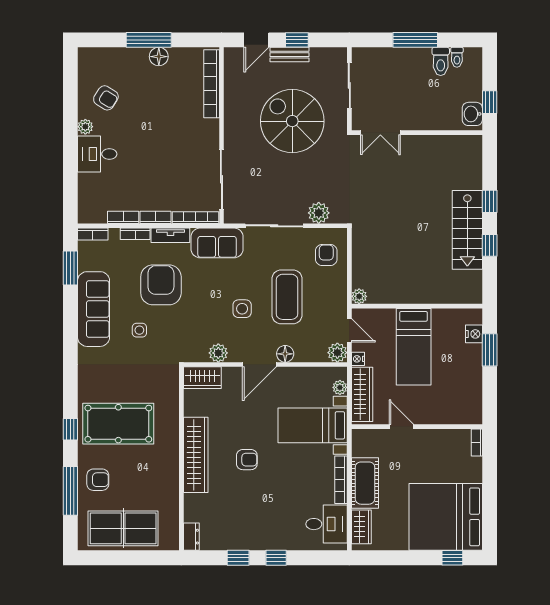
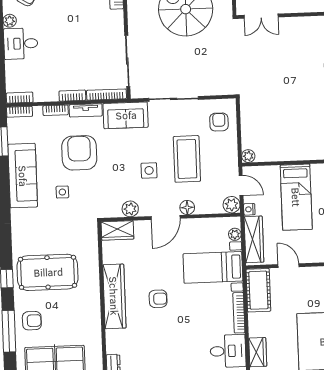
plant: (319, 213) -> (211, 86), removed
bookcase: (123, 217) -> (20, 98), moved
cot: (365, 483) -> (258, 290), moved

